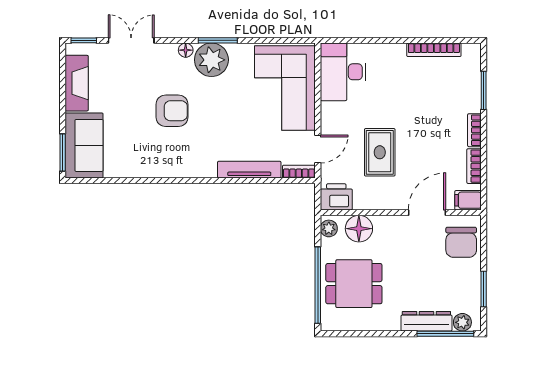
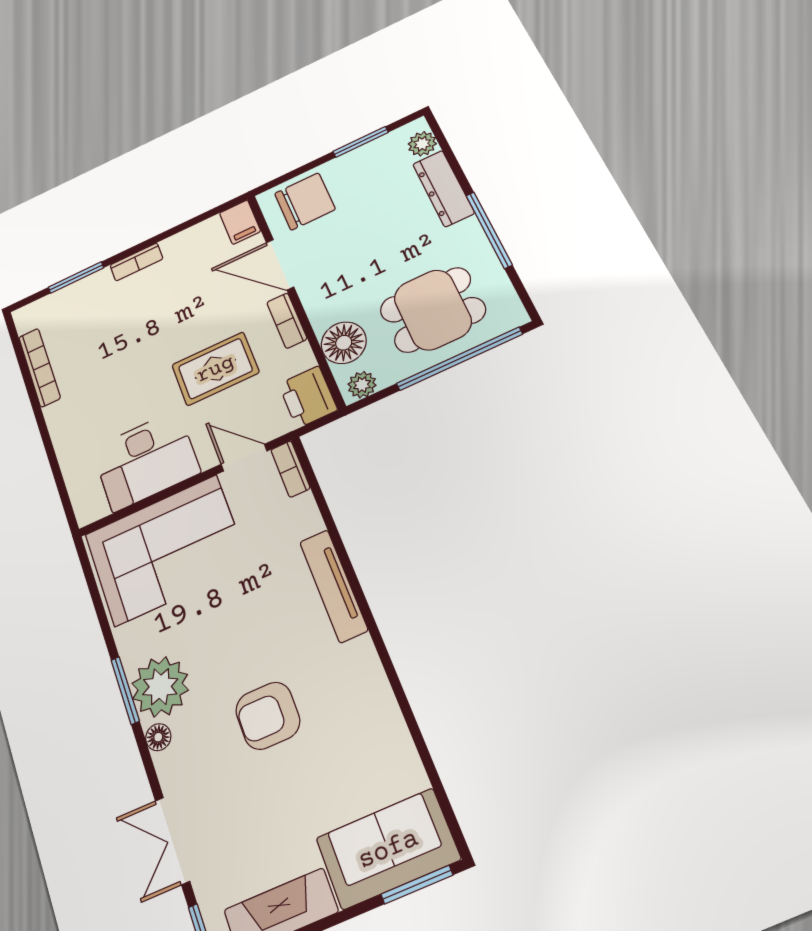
desk: (343, 72) -> (146, 461), moved
armchair: (172, 111) -> (268, 716), turned -90
bookcase: (474, 166) -> (287, 321), moved, turned 90
tv unit: (249, 170) -> (334, 586), moved
dining table: (354, 284) -> (433, 310), turned 90
window: (445, 334) -> (489, 230), moved

